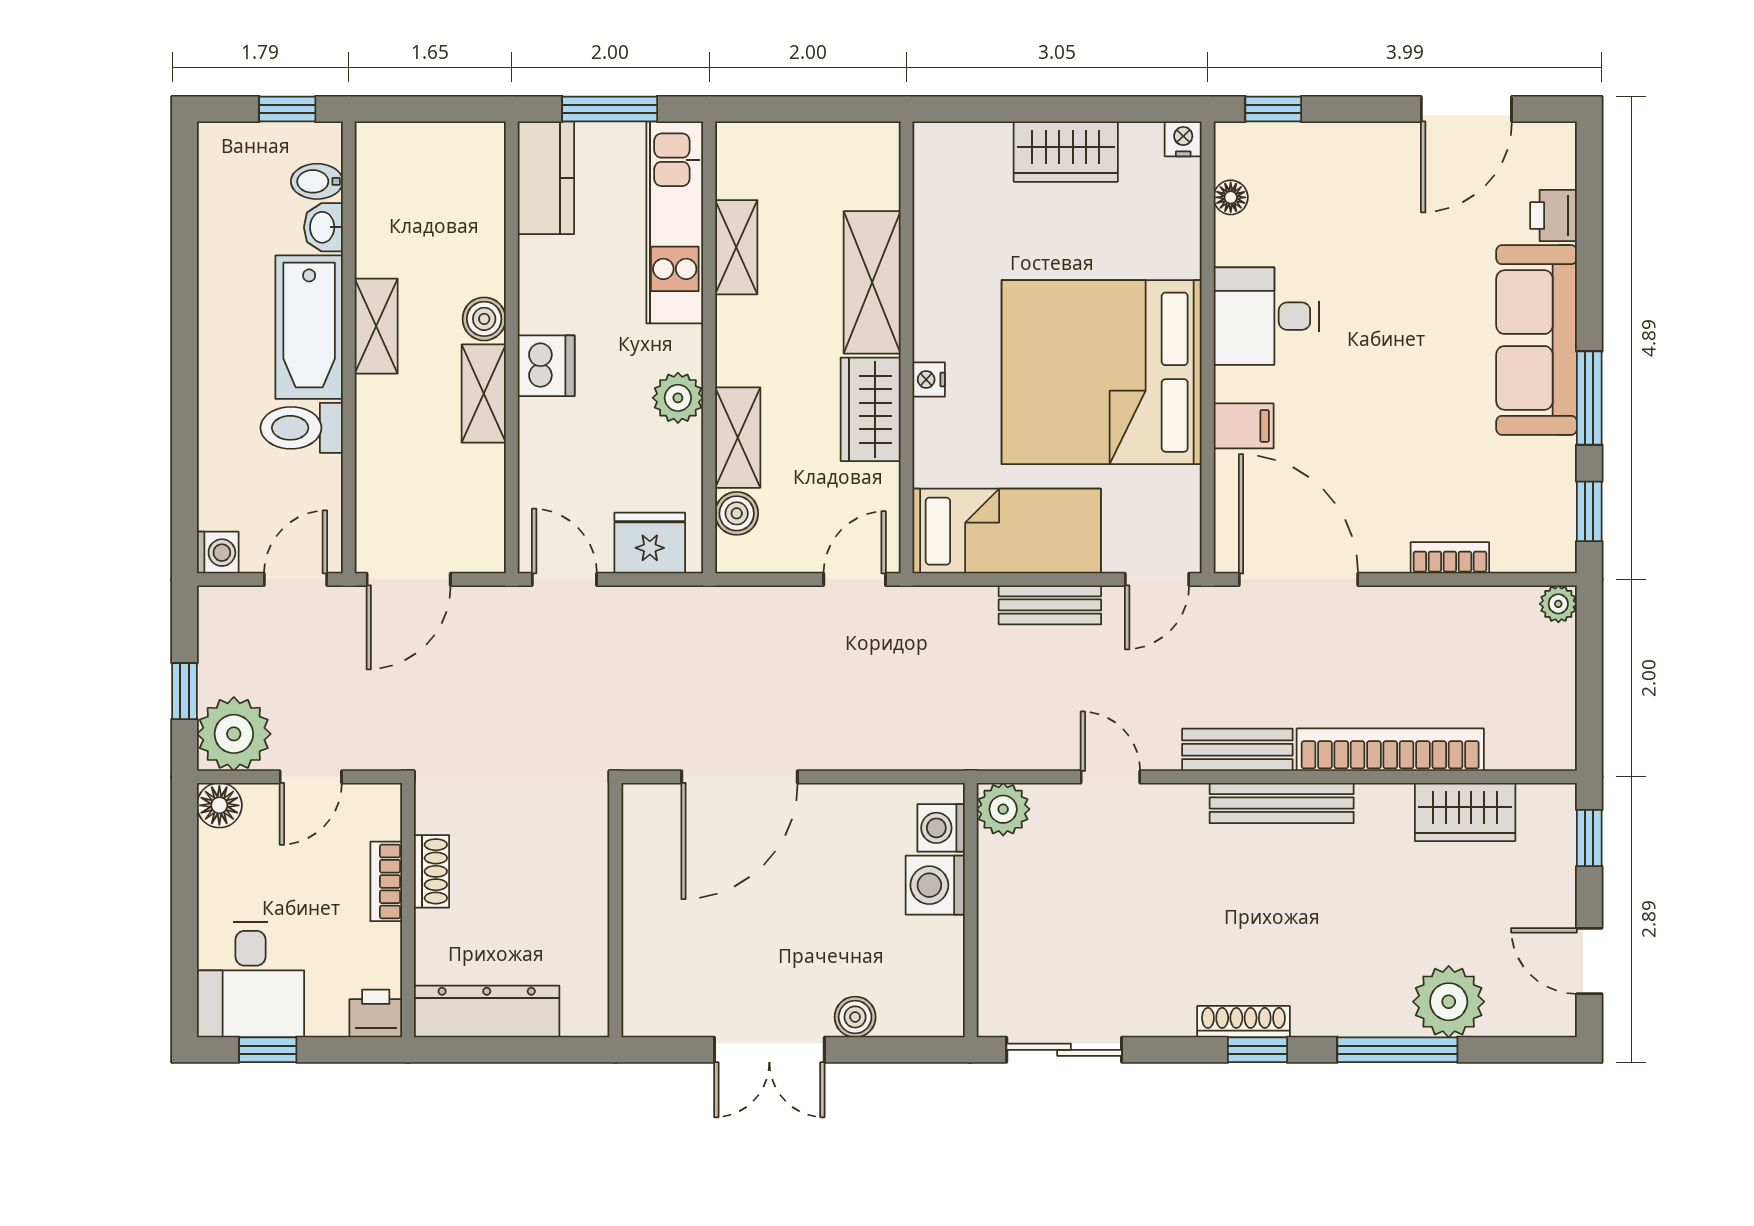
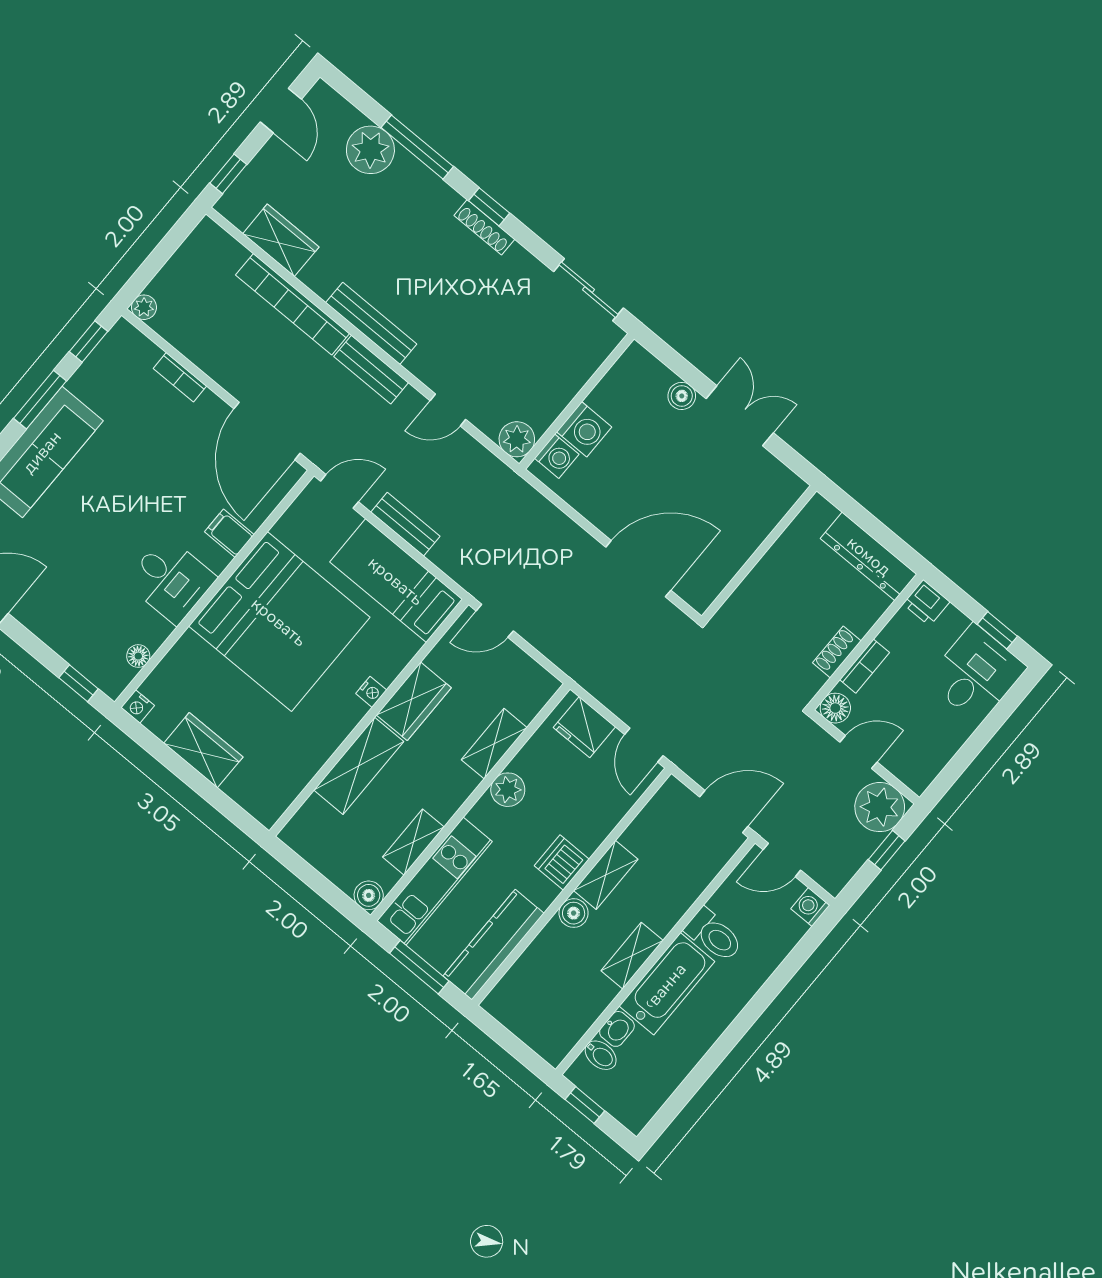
kitchen counter: (546, 178) -> (494, 945), width x1.50
boiler: (737, 513) -> (369, 895), moved
door: (1110, 777) -> (448, 410), hinge flipped
floor lamp: (219, 805) -> (835, 708), moved

